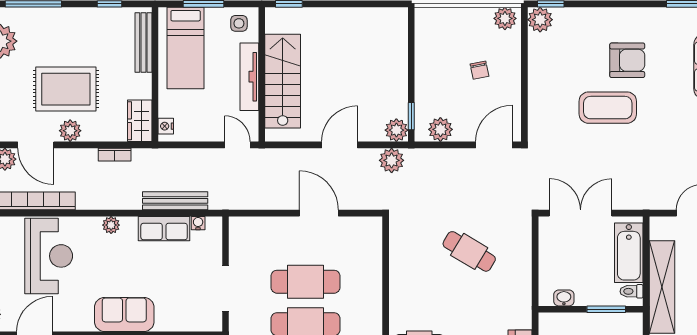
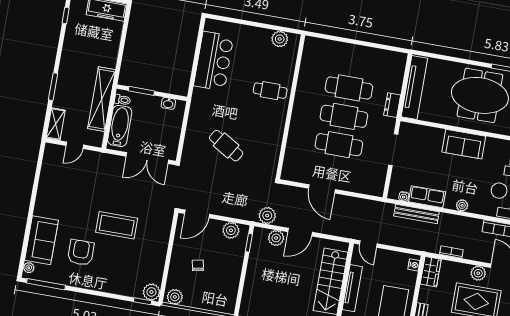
armchair: (627, 60) -> (81, 252), moved, turned 90
plant: (396, 130) -> (276, 238), moved

